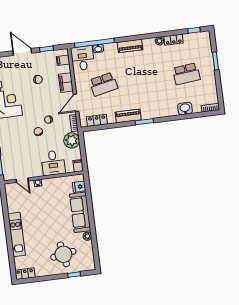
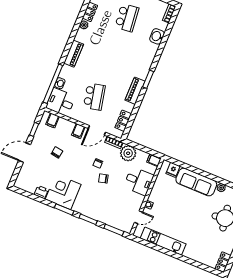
filing cabinet: (66, 83) -> (78, 131), width x0.50
door: (76, 103) -> (97, 130), hinge flipped
kitchen unit: (17, 235) -> (163, 241), moved

